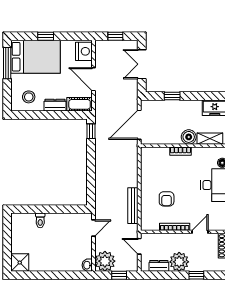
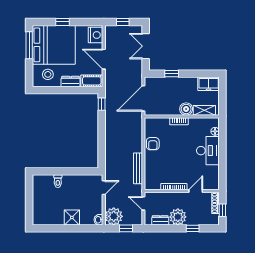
bed: (36, 57) -> (54, 45), width x1.36
armchair: (167, 199) -> (153, 144), moved
shower: (20, 263) -> (72, 218), moved

